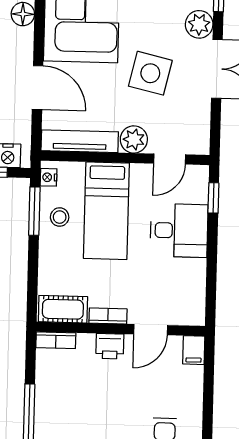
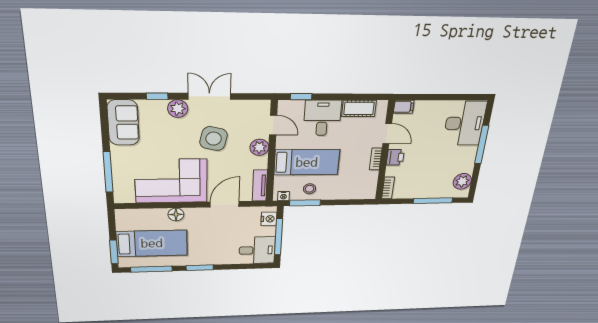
tv unit: (80, 141) -> (260, 186), width x0.71
cot: (63, 309) -> (359, 108), moved, turned 90

